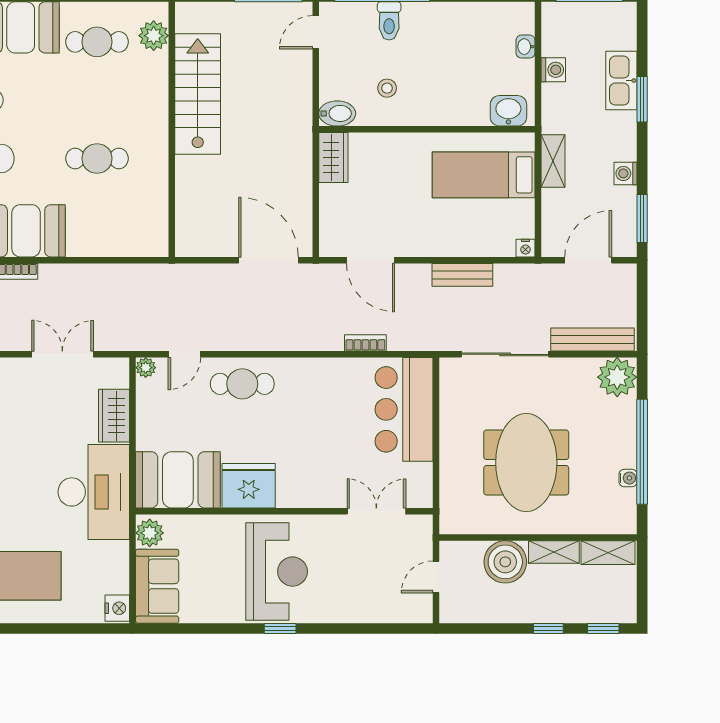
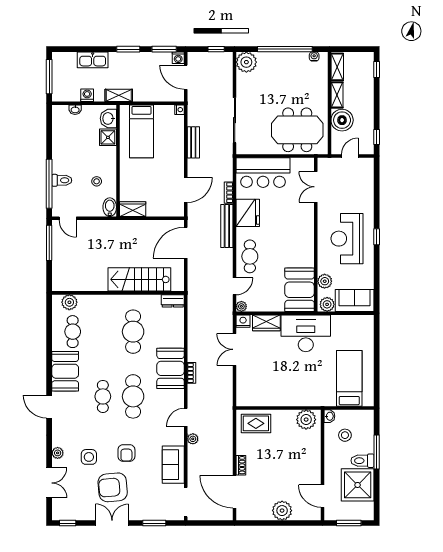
stairs: (198, 94) -> (139, 279), moved
window: (642, 99) -> (128, 49), moved
shower: (472, 110) -> (108, 137), added
cafe table: (97, 158) -> (133, 332), width x1.37, depth x1.35
shelving: (553, 161) -> (119, 95), moved
washing machine: (626, 173) -> (178, 58), moved
dresser: (156, 235) -> (173, 301), added
window: (642, 319) -> (216, 49), added
bench: (593, 340) -> (227, 226), moved
door: (184, 354) -> (235, 286), hinge flipped
meeting table: (526, 463) -> (297, 130), moved
water cooler: (628, 478) -> (314, 57), moved
fridge: (249, 486) -> (248, 213), moved, turned 180
plant: (194, 528) -> (325, 281), added
reception desk: (277, 572) -> (347, 239), turned -90
door: (436, 577) -> (350, 156), swing flipped
nightstand: (117, 608) -> (243, 321), moved
window: (548, 629) -> (377, 137), moved

